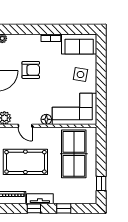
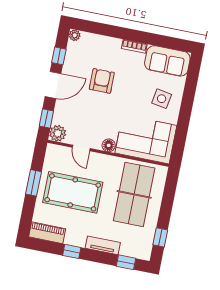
armchair: (31, 70) -> (102, 81), turned -90
tv unit: (40, 199) -> (103, 245), moved
window: (64, 208) -> (126, 262), moved

